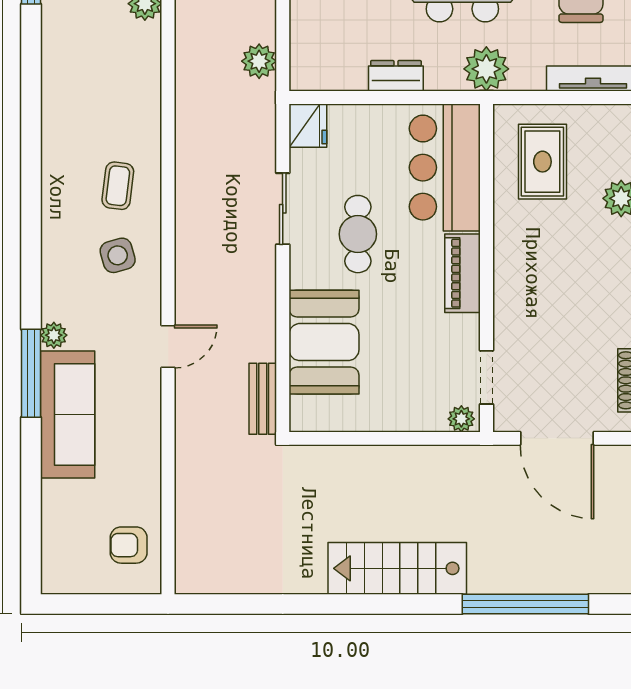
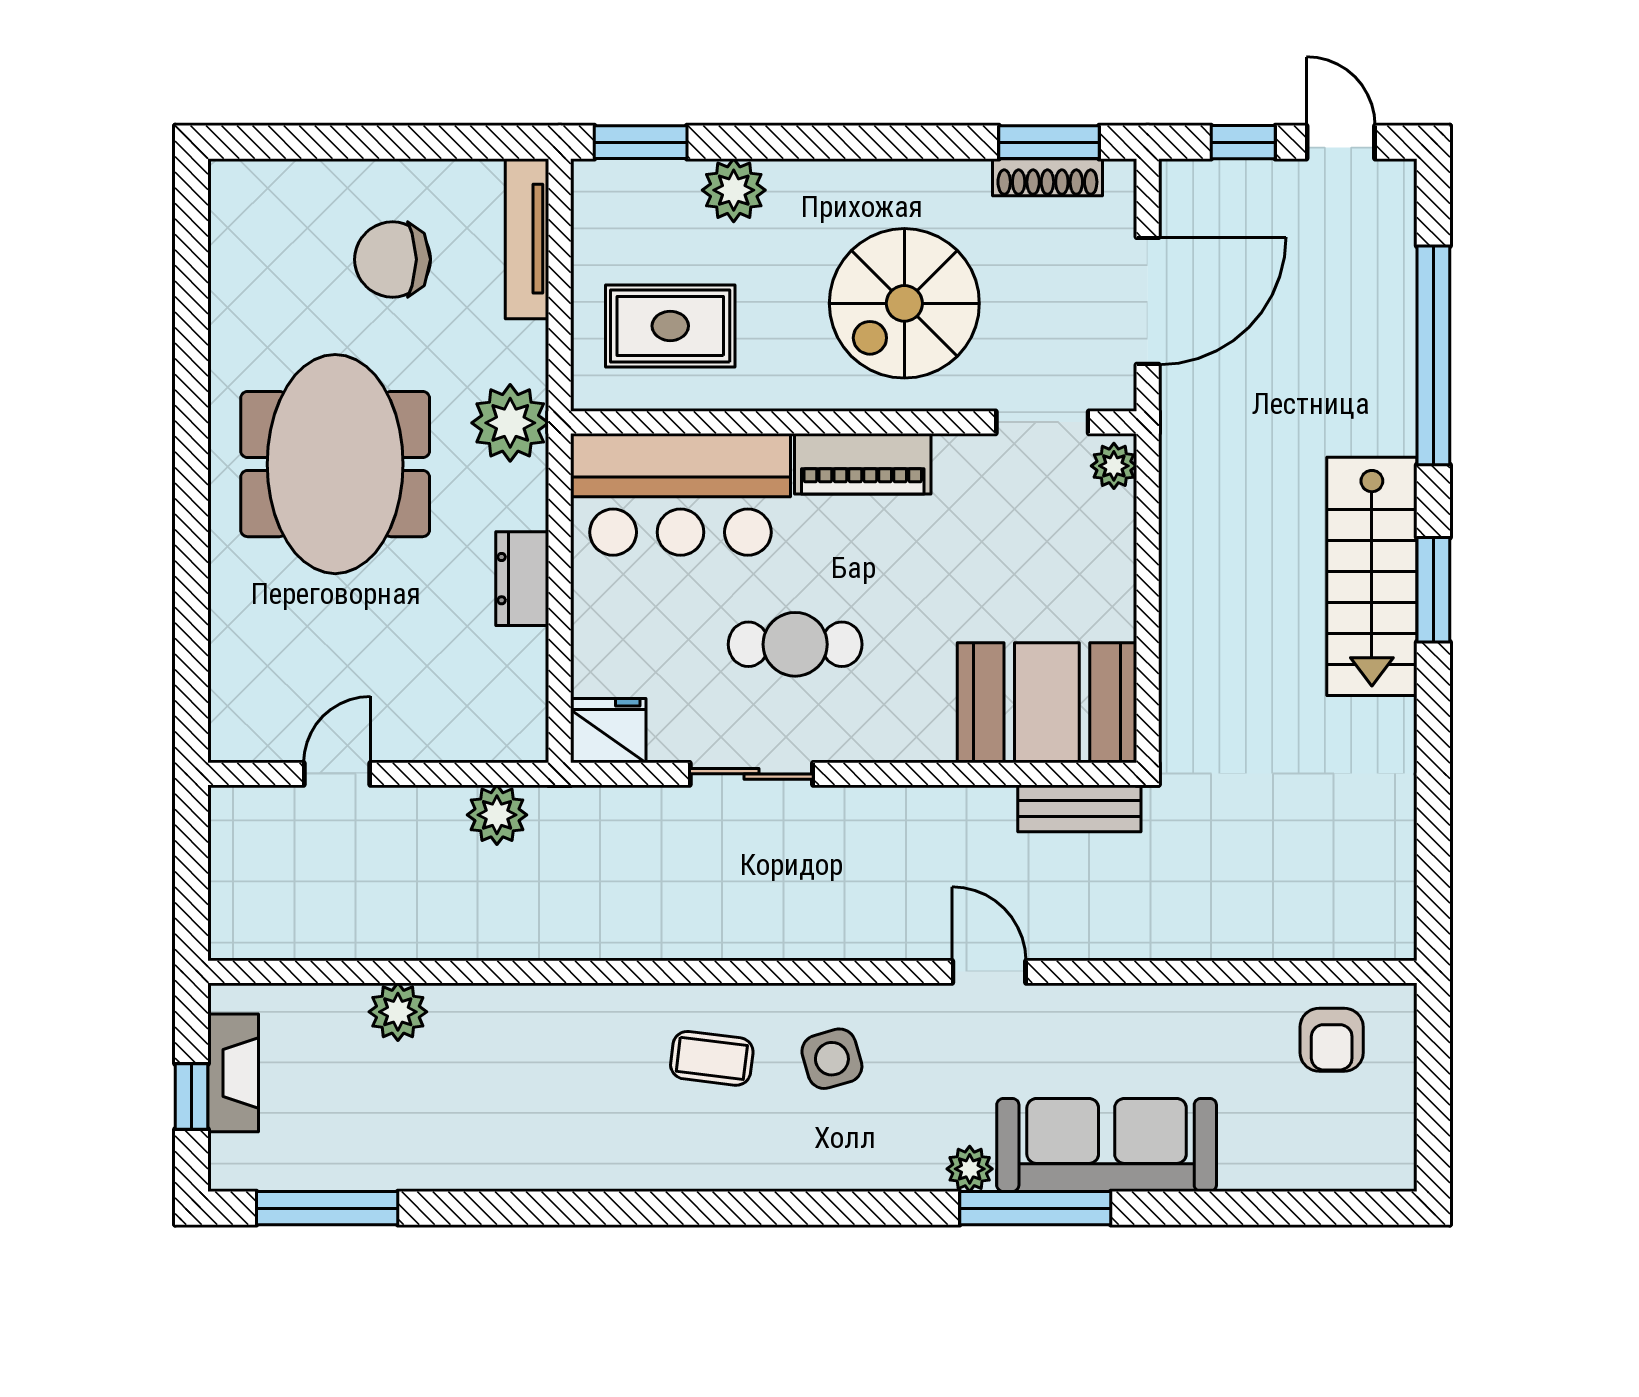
spiral stairs: (556, 297) -> (904, 303), added
booth: (324, 342) -> (1047, 703), moved
window: (390, 604) -> (1433, 590), added

